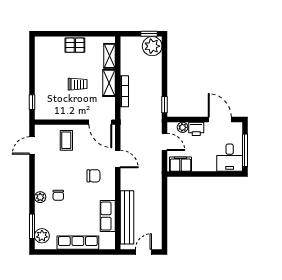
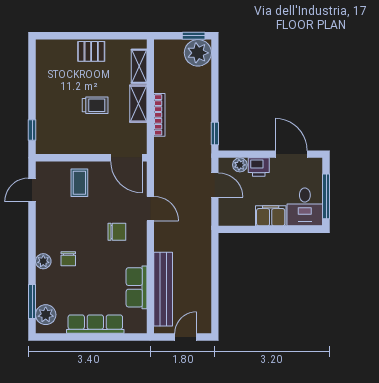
filing cabinet: (180, 164) -> (271, 216), moved

